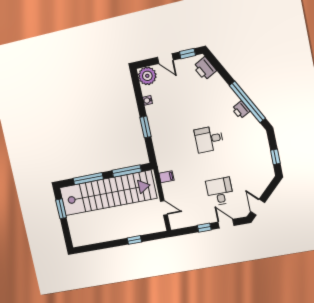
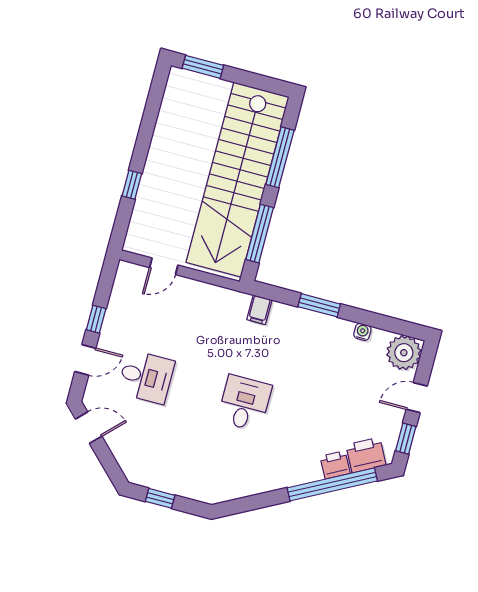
window: (247, 102) -> (332, 484), moved
printer: (241, 110) -> (335, 465), moved
filing cabinet: (166, 177) -> (259, 310), moved
window: (61, 209) -> (203, 67), moved

